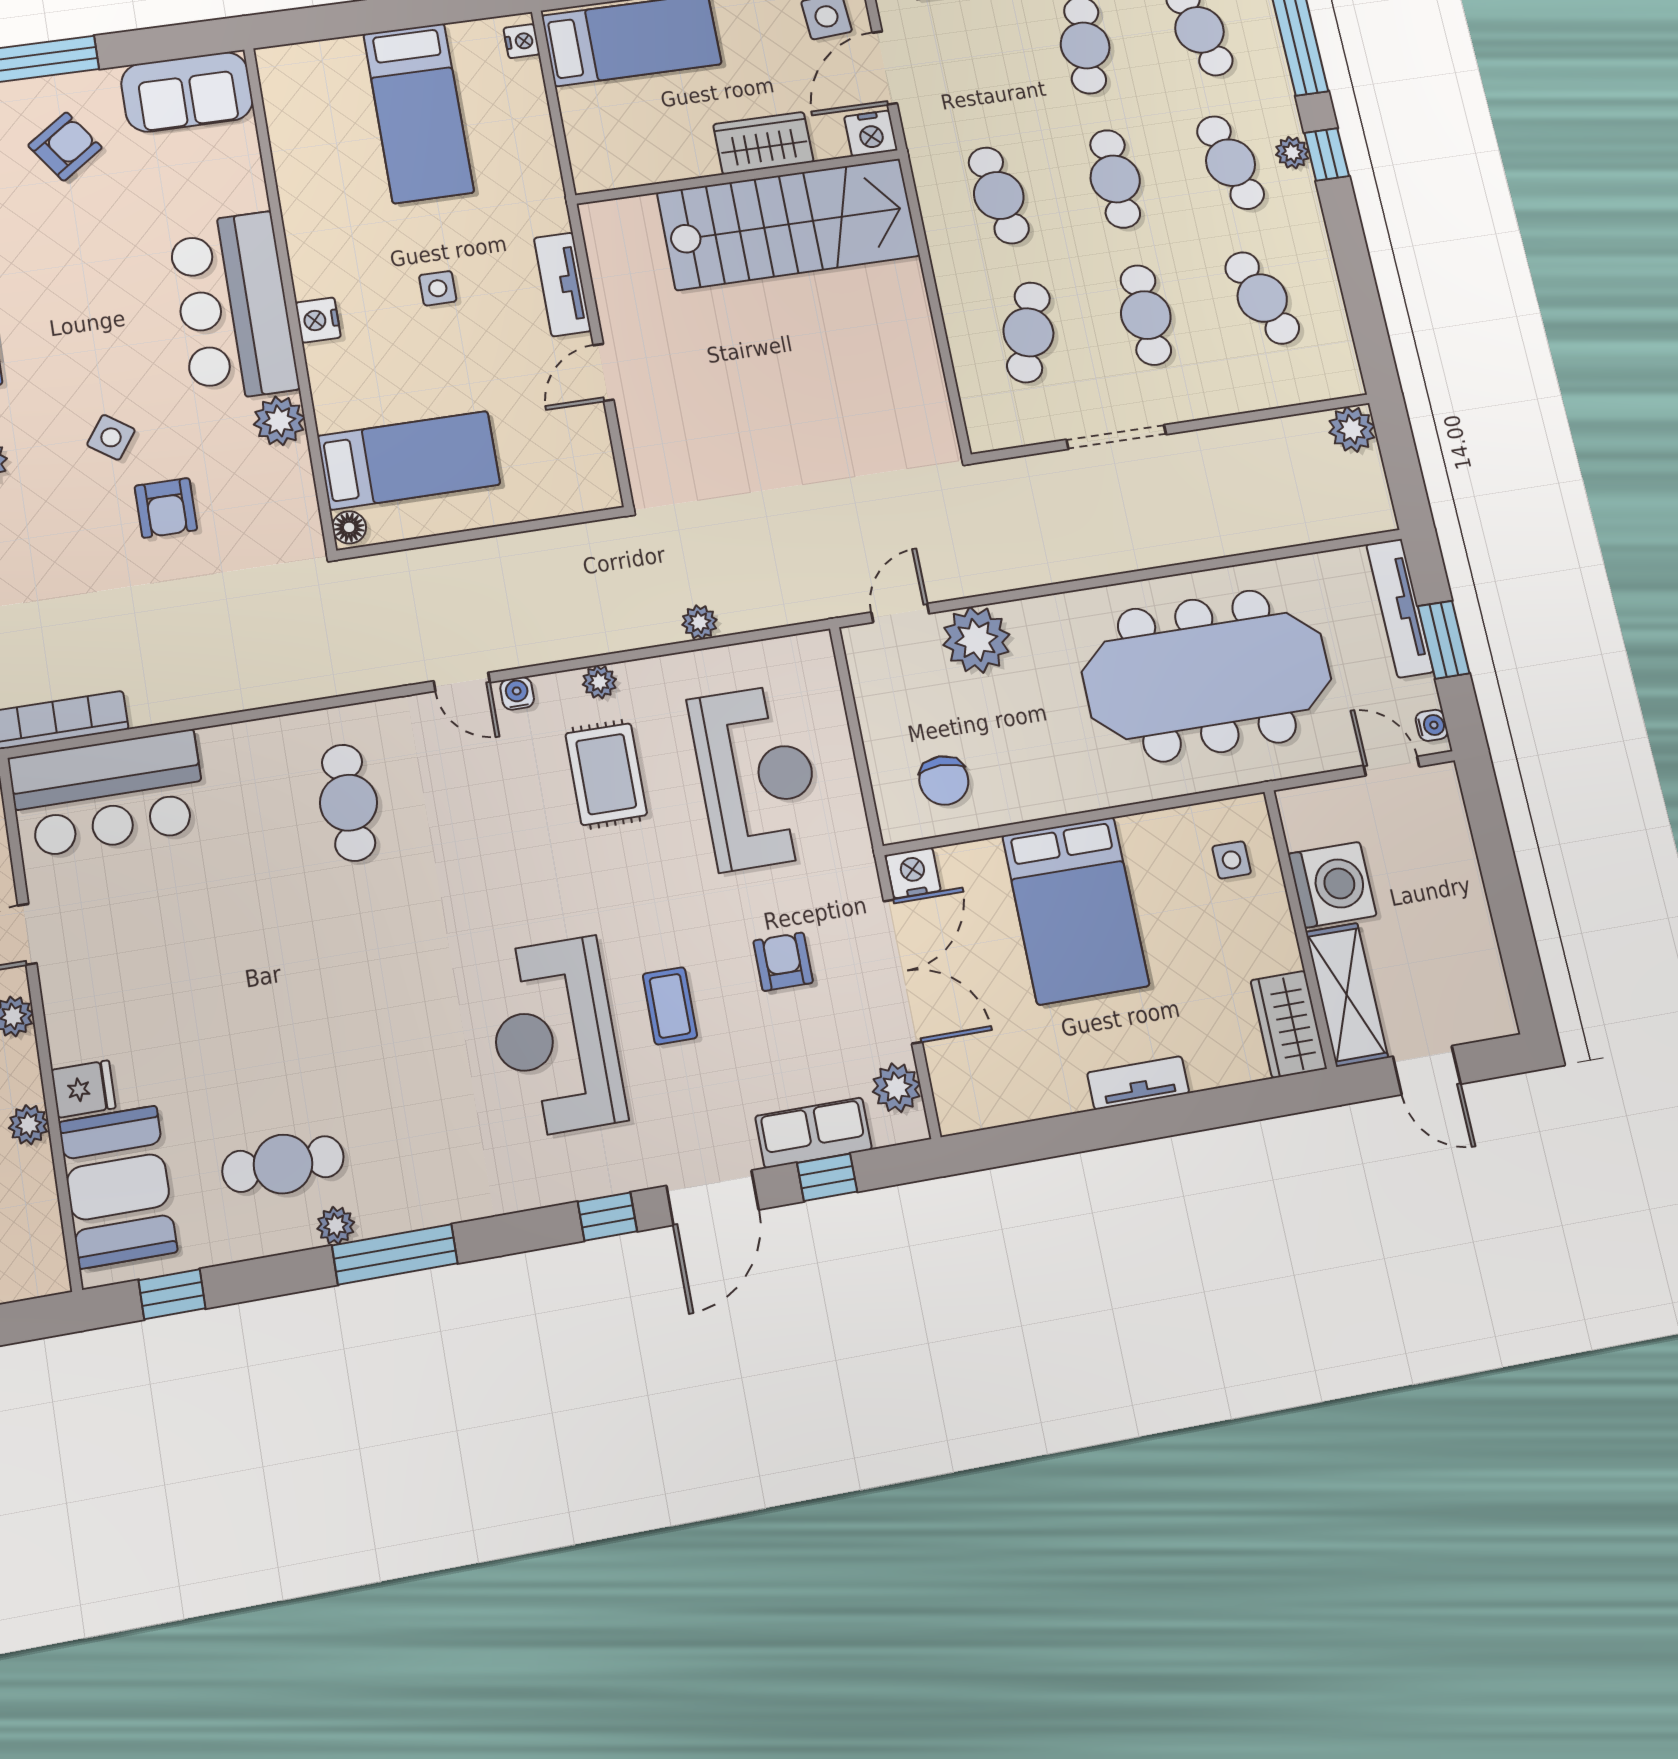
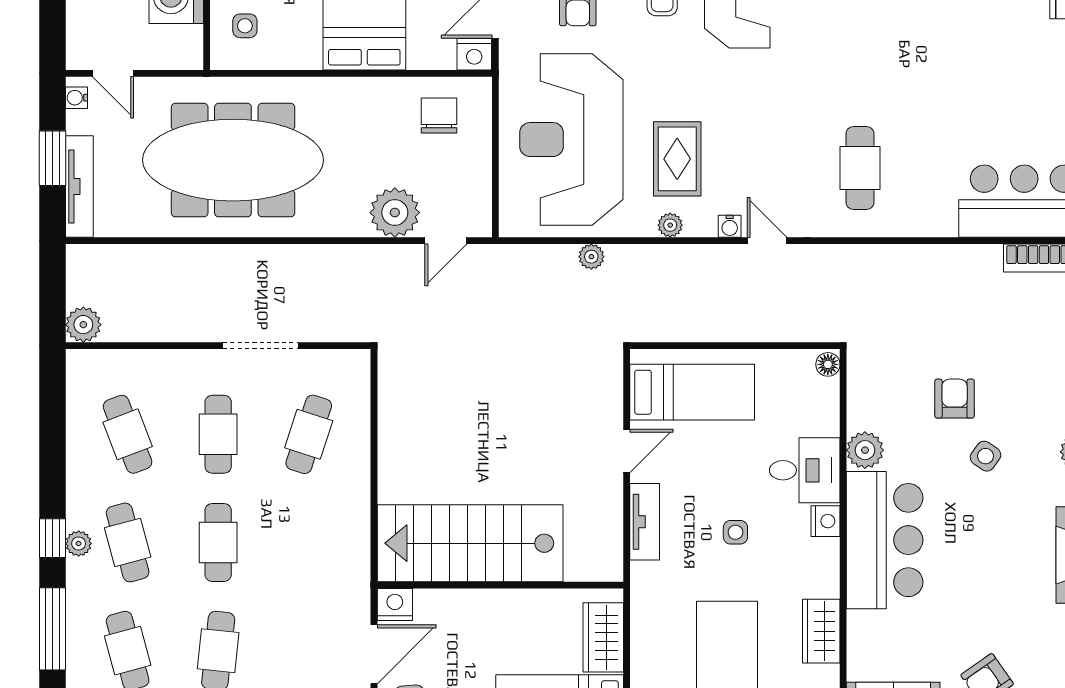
wardrobe: (763, 143) -> (603, 637), moved, turned 90
wardrobe: (300, 178) -> (821, 631), added
cafe table: (999, 195) -> (309, 542), removed
desk: (358, 382) -> (805, 470), added
bed: (409, 460) -> (692, 392), moved, turned 180
reception desk: (757, 777) -> (571, 140), width x1.36, depth x1.30

